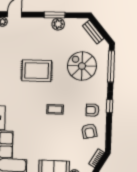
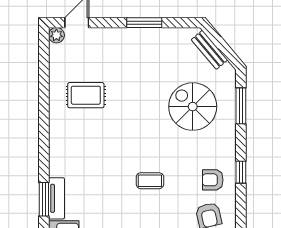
plant: (58, 24) -> (151, 38), removed
window: (111, 66) -> (241, 106), width x0.69
rug: (37, 71) -> (86, 95), moved, width x0.73, depth x0.70

